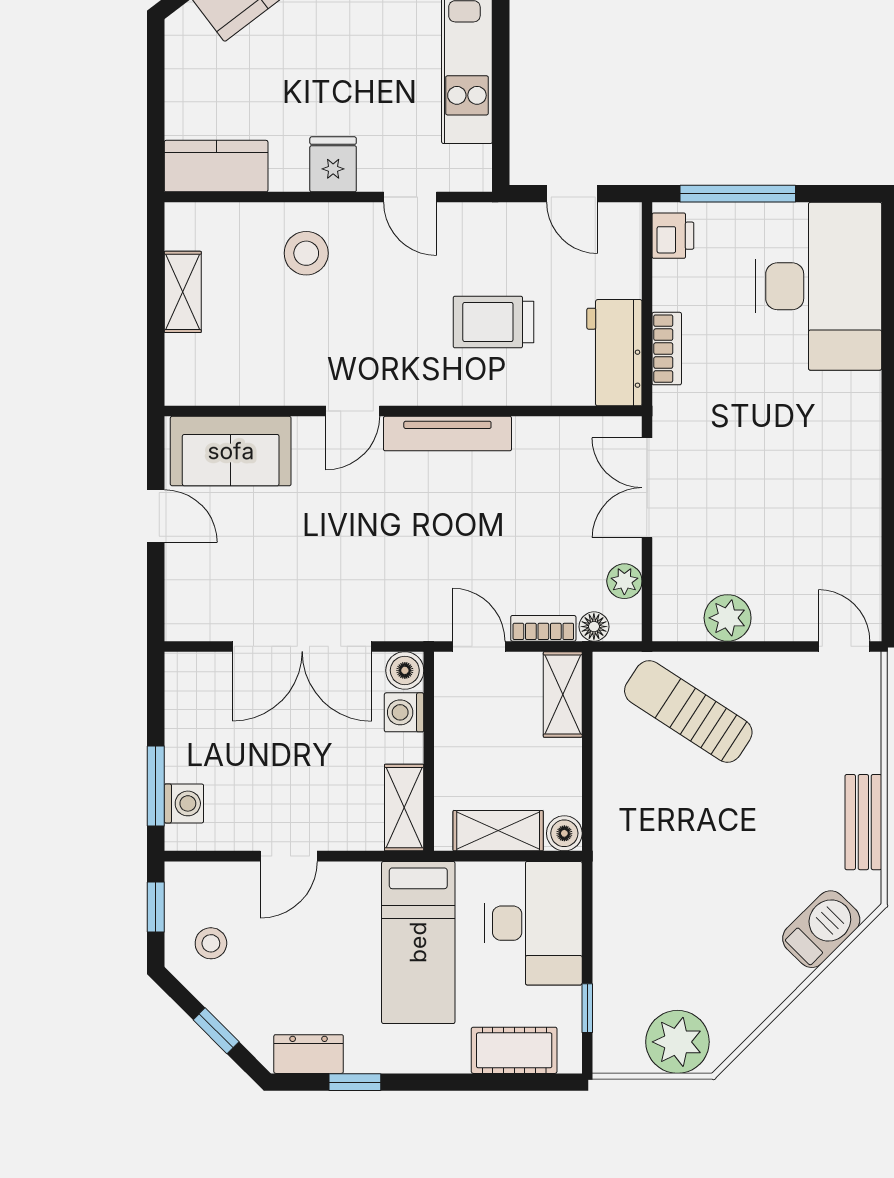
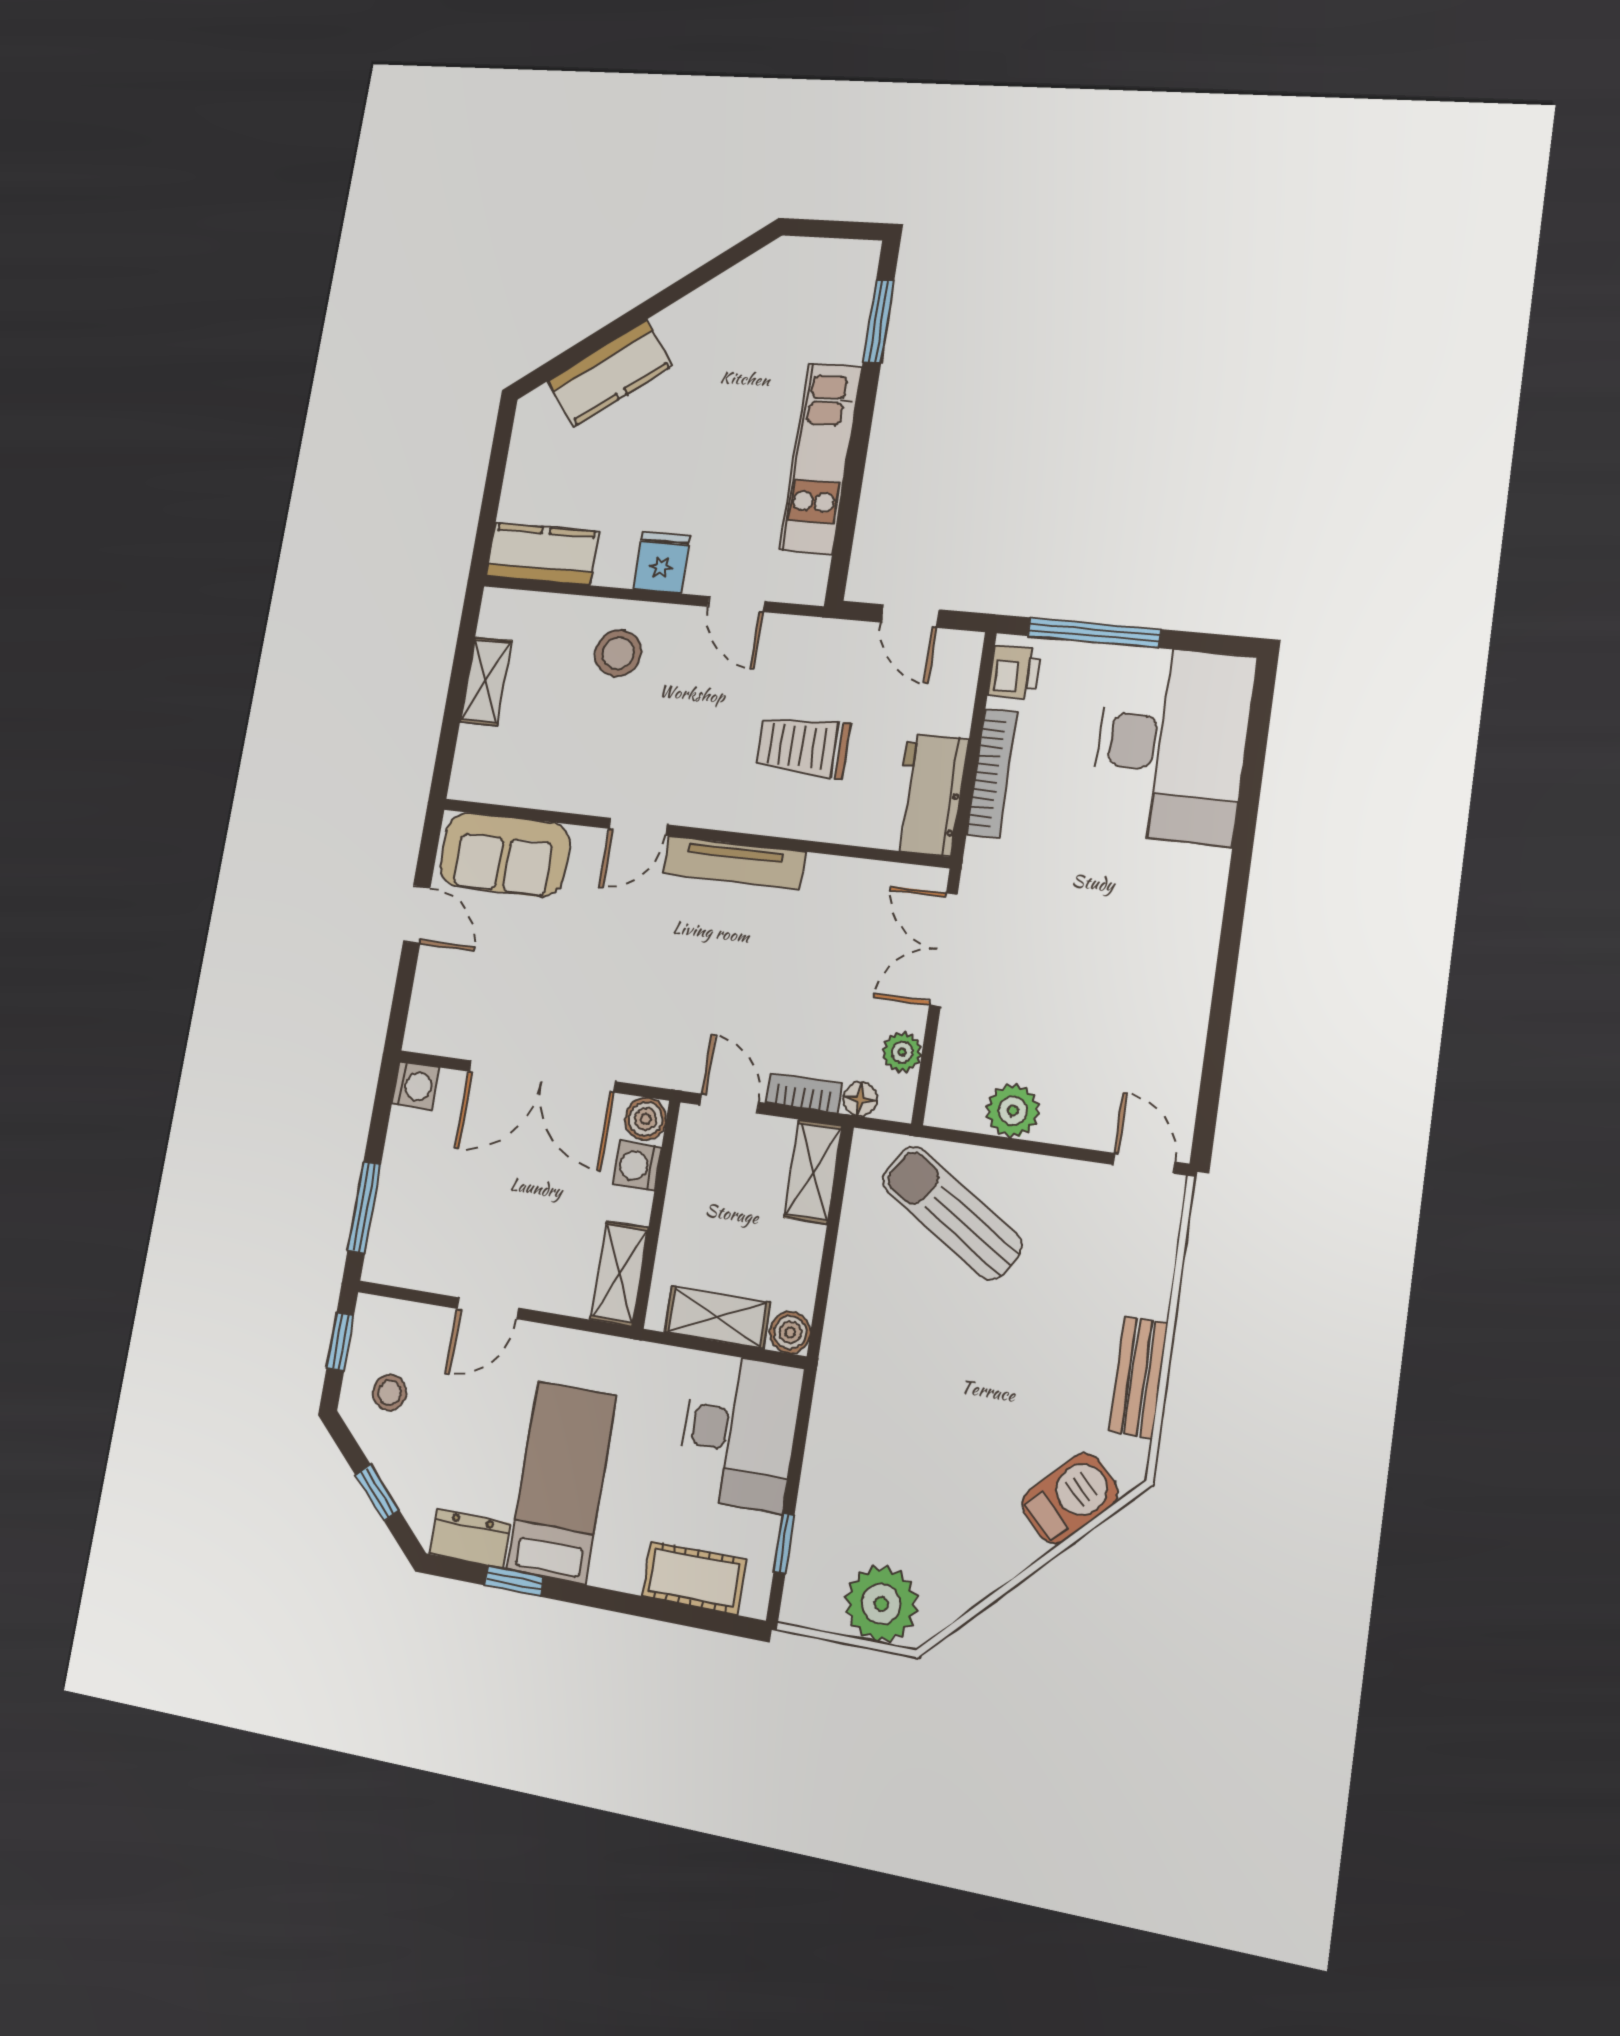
bookcase: (667, 349) -> (992, 773), width x1.56
washing machine: (184, 803) -> (415, 1086), moved
bed: (418, 942) -> (562, 1482), moved, turned 180

